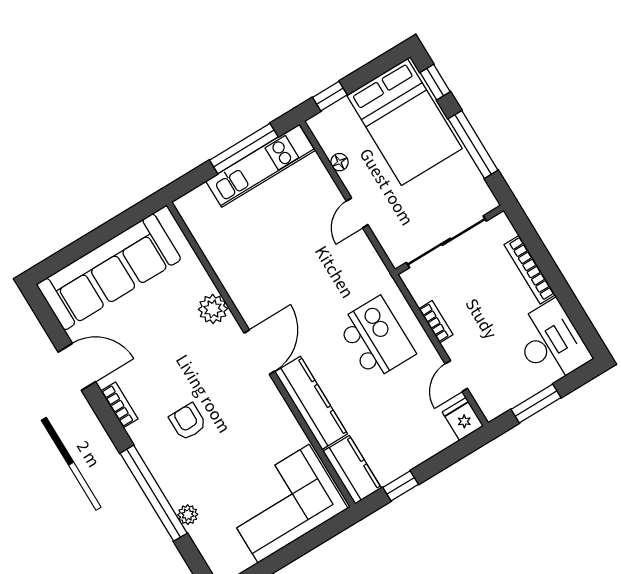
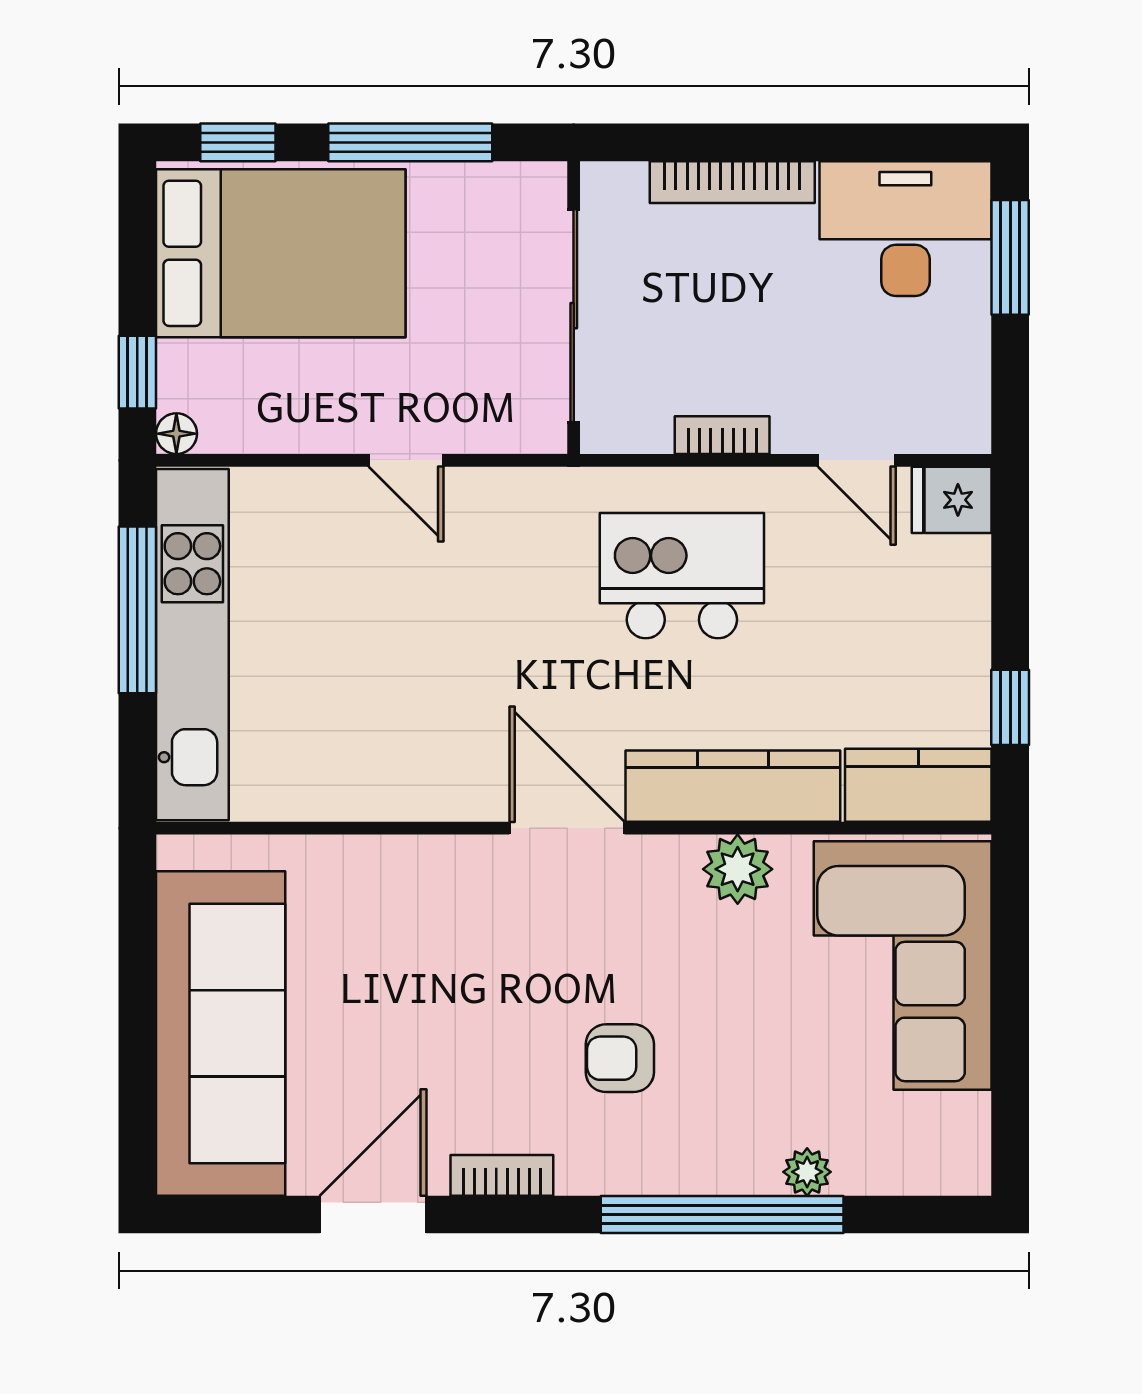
floor lamp: (339, 162) -> (176, 434), moved
kitchen unit: (260, 166) -> (192, 645), width x1.36
plant: (213, 309) -> (738, 869), moved
window: (536, 404) -> (1010, 257), moved

